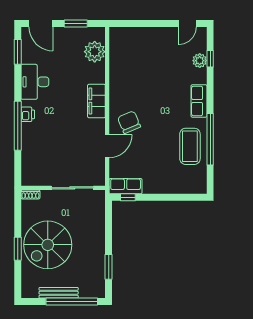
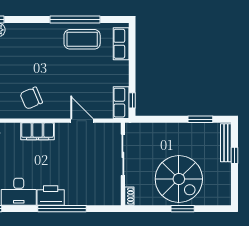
row of seats: (199, 101) -> (121, 44), moved, turned 90
printer: (28, 114) -> (51, 195), width x1.87, depth x1.48
chair: (129, 122) -> (31, 98), moved
bench: (59, 293) -> (226, 143), moved
window: (72, 302) -> (235, 155), width x0.32

